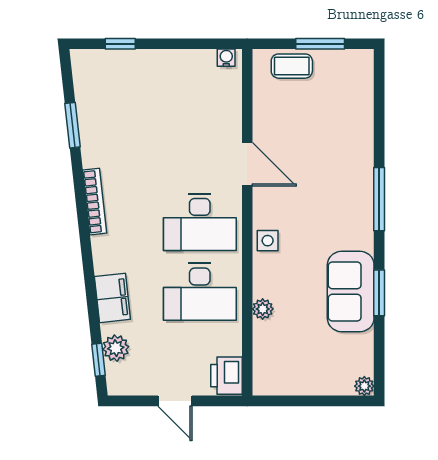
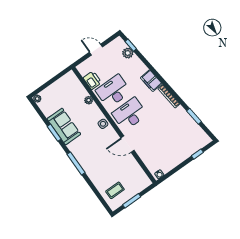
coffee table: (292, 66) -> (115, 190), moved
filing cabinet: (112, 298) -> (151, 81), moved
printer: (226, 376) -> (92, 80), moved

